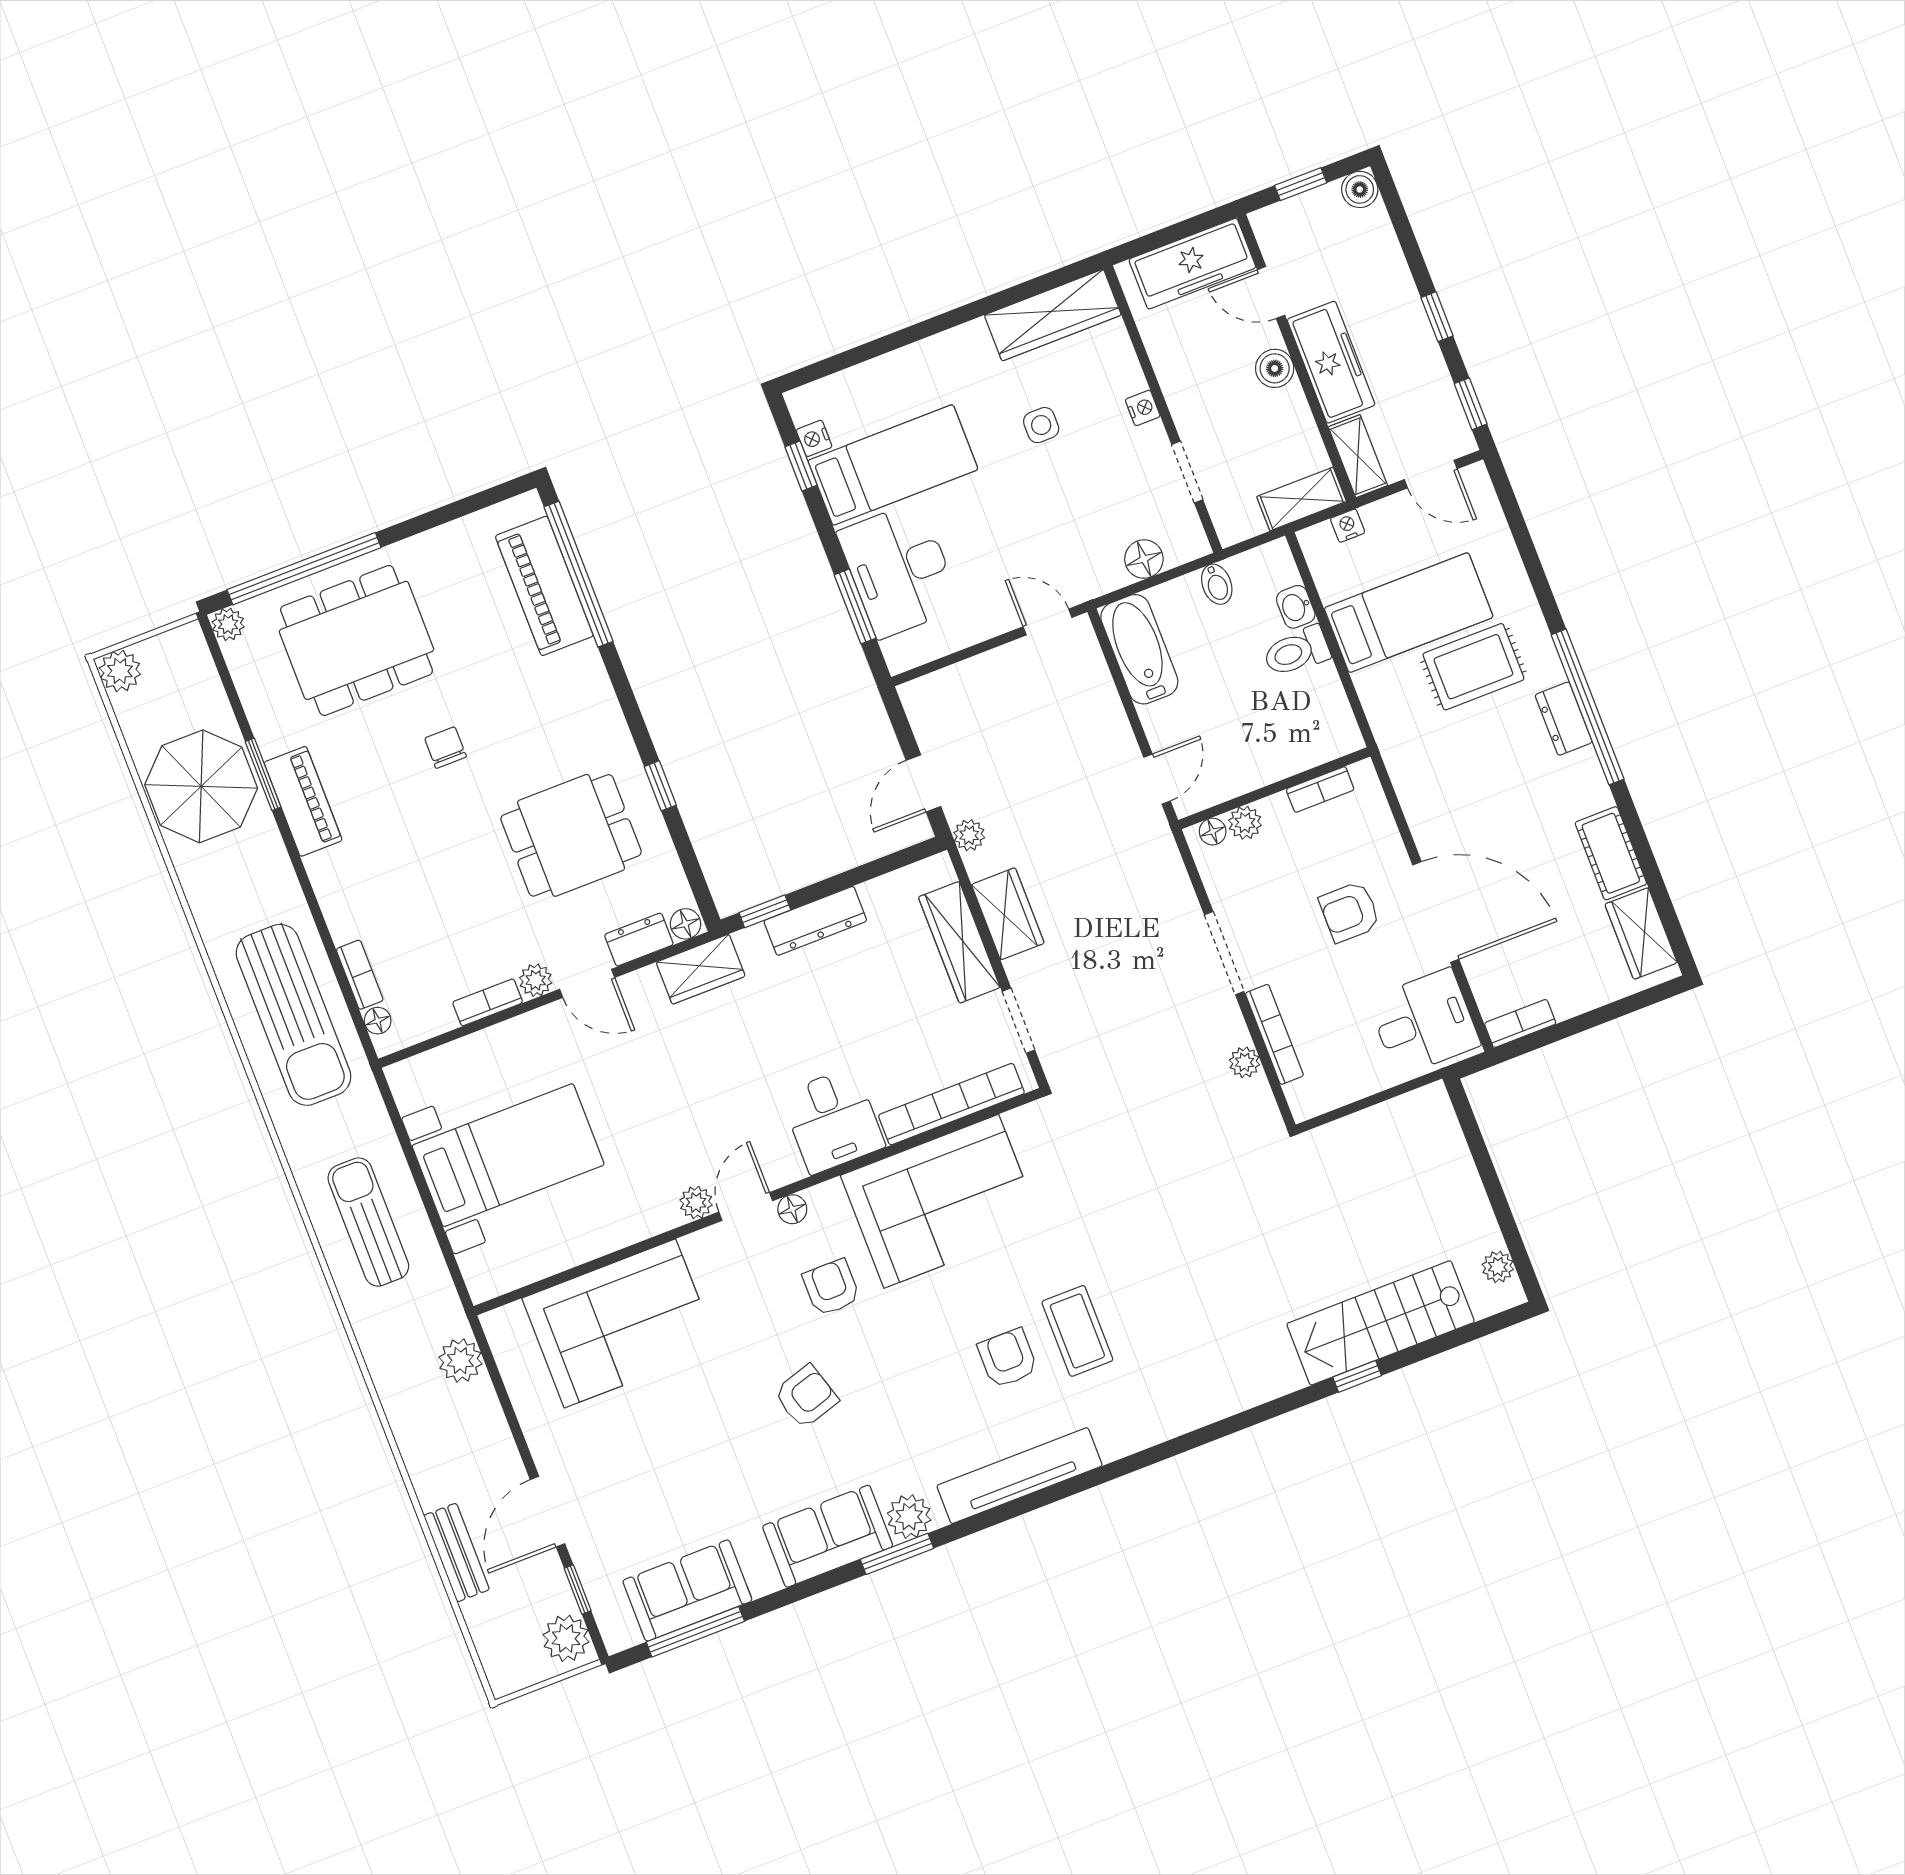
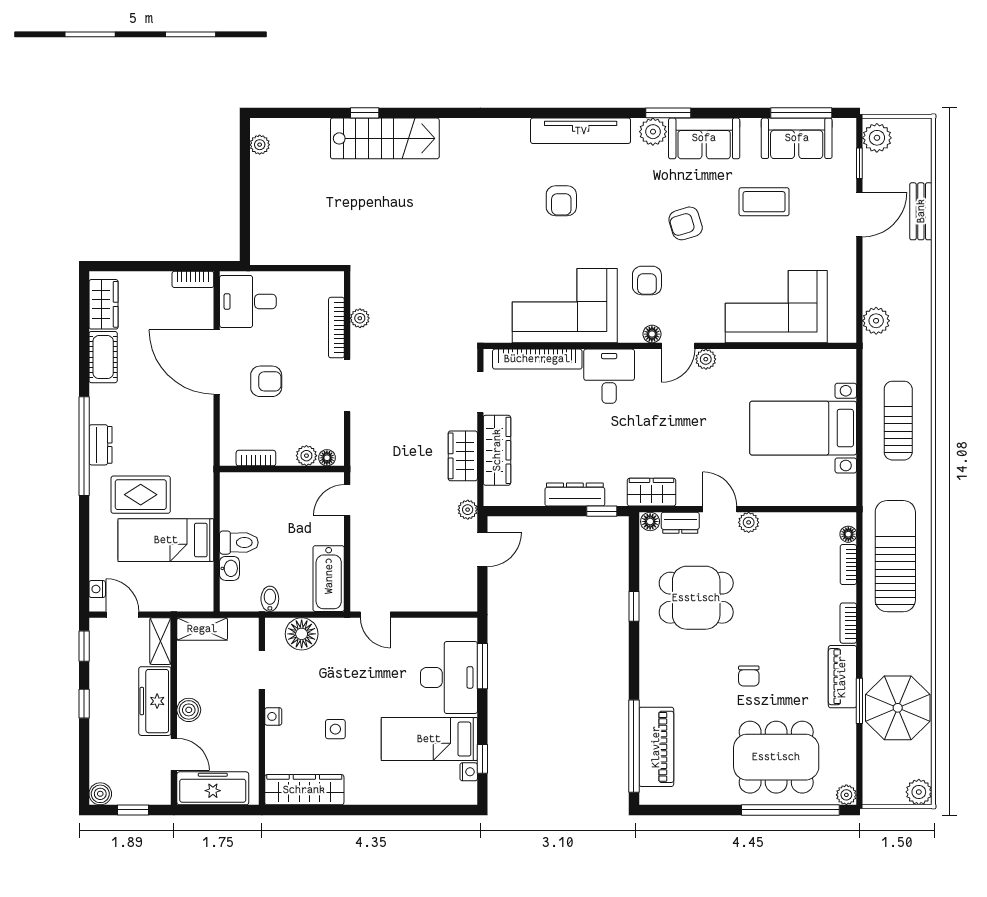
nightstand: (1348, 526) -> (97, 589), moved, turned 90
floor lamp: (1144, 559) -> (302, 634), width x1.38, depth x1.38
bookcase: (488, 1002) -> (848, 623), moved, turned 90
sun lounger: (368, 1222) -> (898, 421), turned 180
stairs: (1381, 1323) -> (385, 138), moved
coffee table: (1077, 1331) -> (764, 202), moved, turned 90

